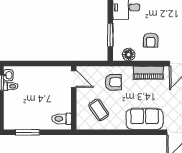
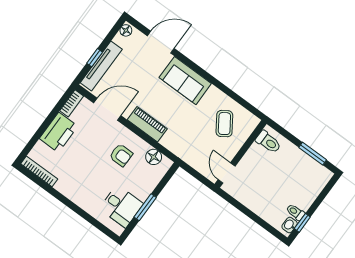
window: (110, 35) -> (145, 207), moved
armchair: (151, 40) -> (121, 155), turned 90
armchair: (113, 82) -> (189, 140), removed

